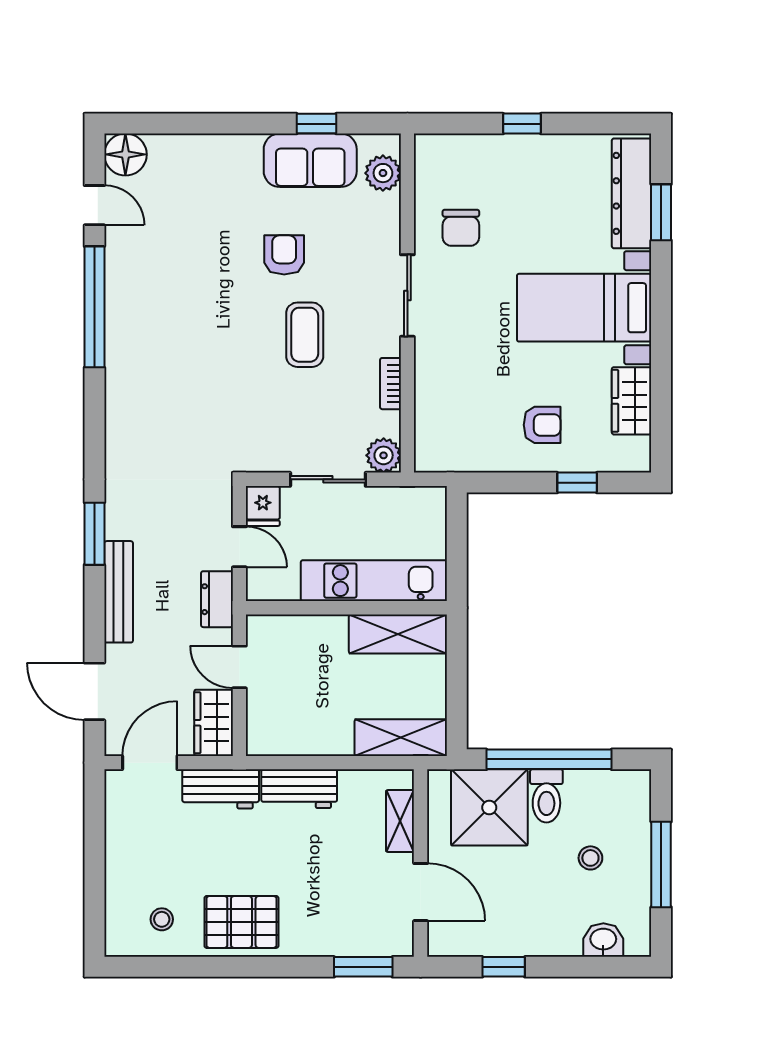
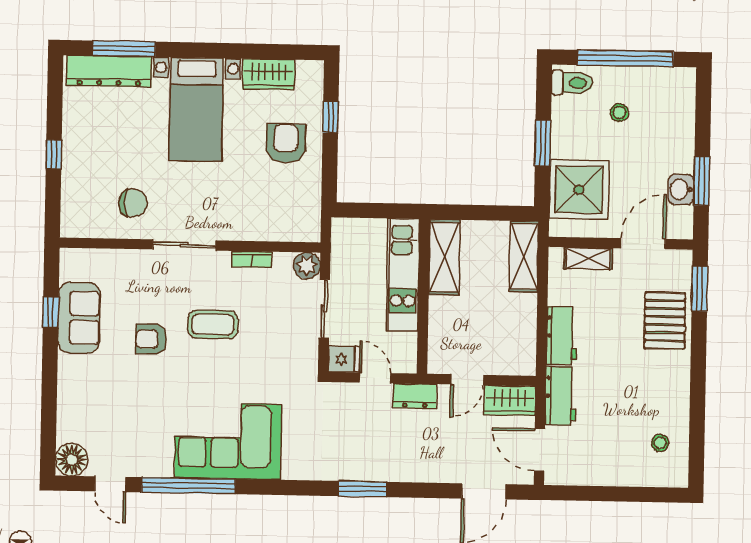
plant: (383, 173) -> (90, 262), removed
door: (94, 205) -> (110, 484), swing flipped
window: (661, 212) -> (124, 49), width x1.44
corner sofa: (153, 357) -> (228, 441), added
armchair: (542, 425) -> (286, 143), width x1.38, depth x1.38
door: (239, 547) -> (375, 378), hinge flipped
bench: (119, 592) -> (408, 471), removed
window: (549, 759) -> (543, 143), width x0.47
toilet: (546, 796) -> (572, 83), moved
window: (661, 864) -> (625, 58), width x1.46
pallet: (241, 922) -> (665, 321), moved
washbasin: (603, 940) -> (681, 189), moved
window: (504, 967) -> (702, 181), width x1.50

